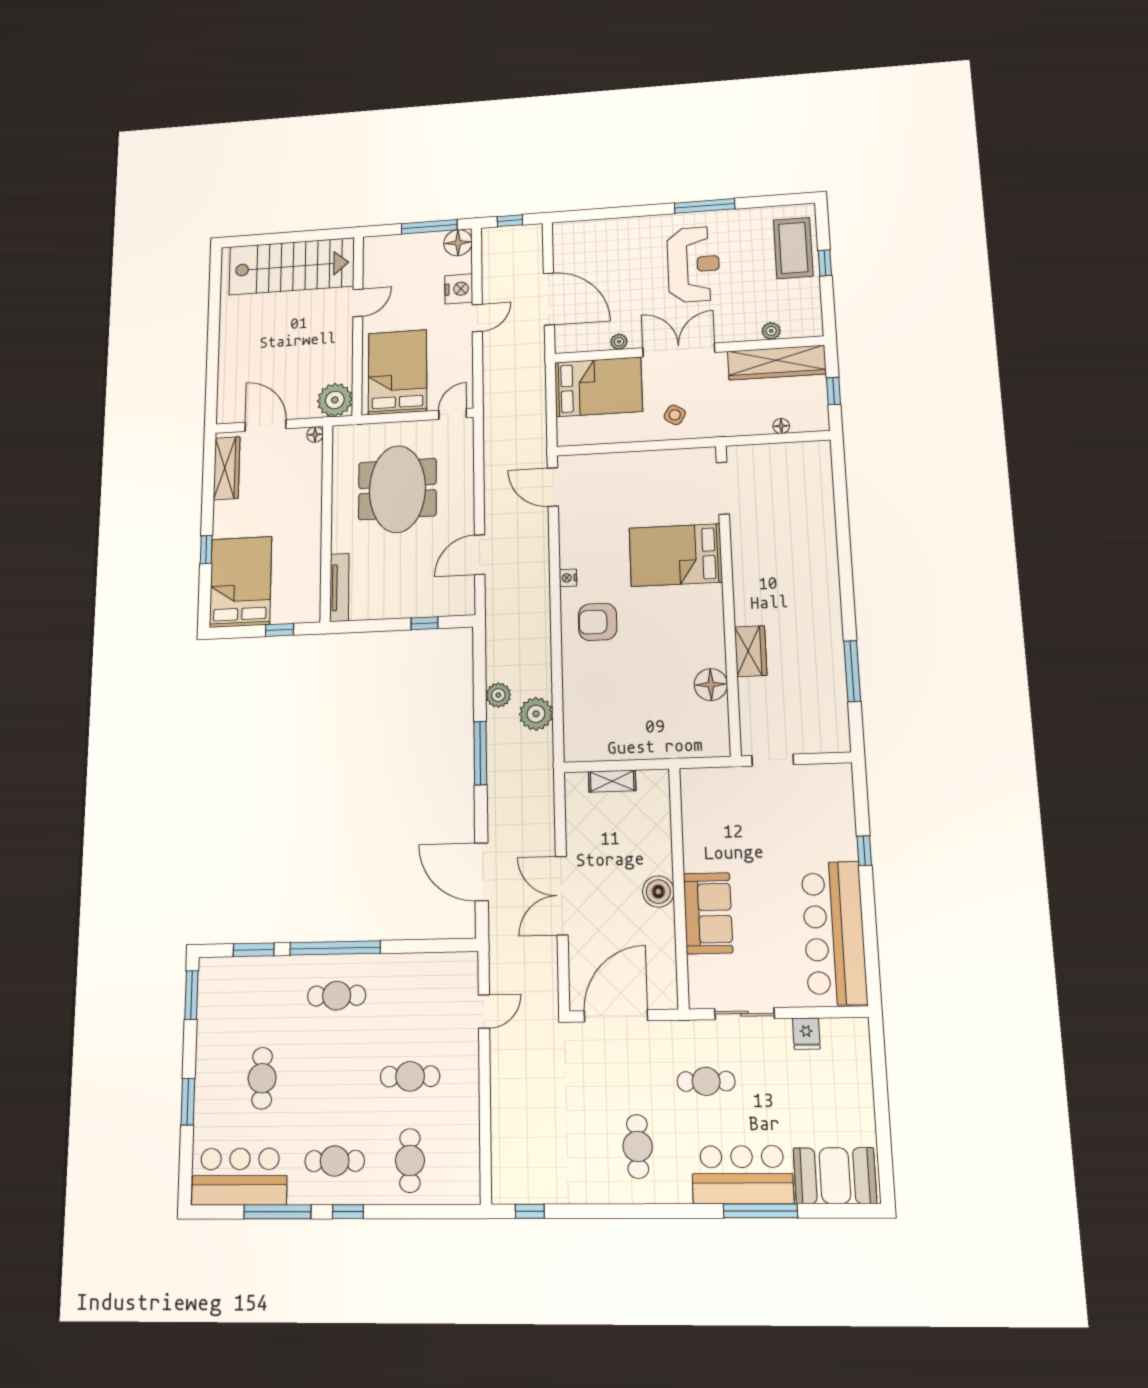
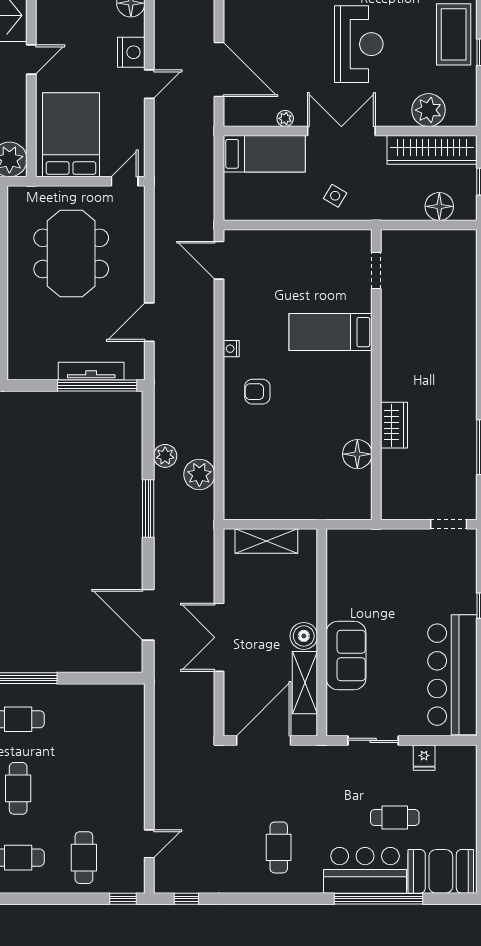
plant: (771, 331) -> (428, 110), width x1.87, depth x1.87
bed: (598, 387) -> (264, 154), width x0.67
floor lamp: (781, 426) -> (439, 206), width x1.89, depth x1.89
doorway: (723, 488) -> (376, 271), width x0.73
bed: (676, 555) -> (331, 332), width x0.67
tv unit: (339, 587) -> (91, 371), moved, turned -90
armchair: (598, 622) -> (257, 392), width x0.72, depth x0.72
window: (425, 623) -> (97, 385), width x3.17
doorway: (773, 760) -> (449, 524), moved
shelving: (612, 781) -> (266, 541), width x1.50, depth x1.33
shelving: (662, 946) -> (305, 683), added
door: (484, 1011) -> (149, 844), moved
cafe table: (410, 1076) -> (18, 788), moved, turned 90
cafe table: (706, 1081) -> (395, 818), moved
window: (760, 1211) -> (378, 899), width x1.46
window: (348, 1212) -> (123, 899), moved

